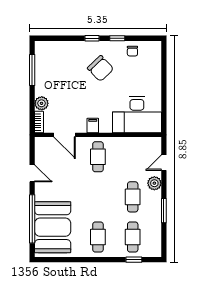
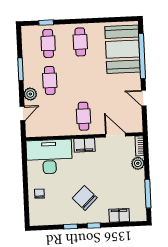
filing cabinet: (64, 48) -> (119, 215), added
chair: (132, 51) -> (39, 194), moved
filing cabinet: (93, 126) -> (84, 145), width x2.00

